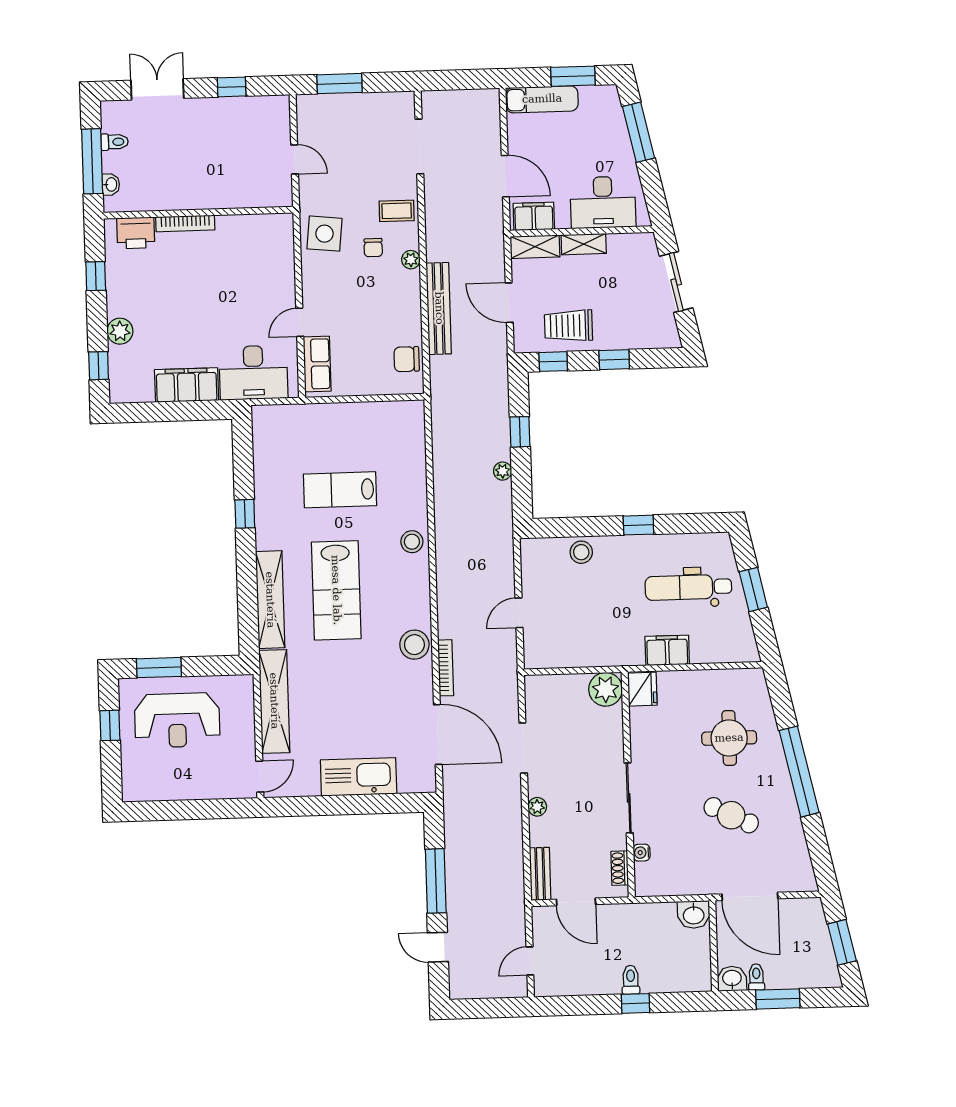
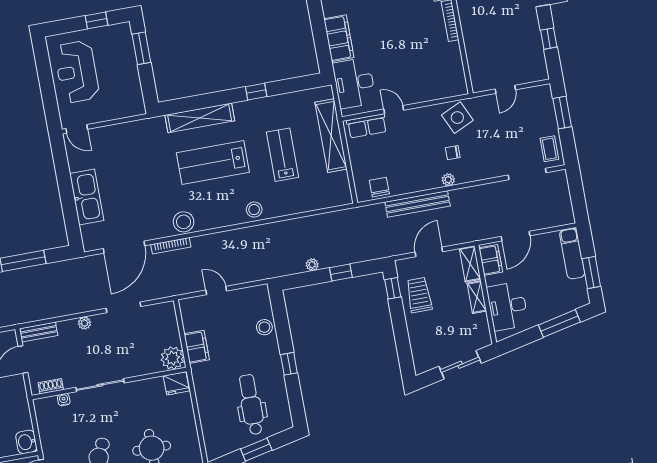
coffee table: (397, 211) -> (549, 149), moved
side table: (324, 234) -> (457, 118), turned -31
window: (614, 360) -> (400, 330), removed
filing cabinet: (667, 650) -> (197, 347), moved
shelving: (274, 701) -> (331, 136), moved, turned 90
reception desk: (177, 720) -> (77, 72), moved

